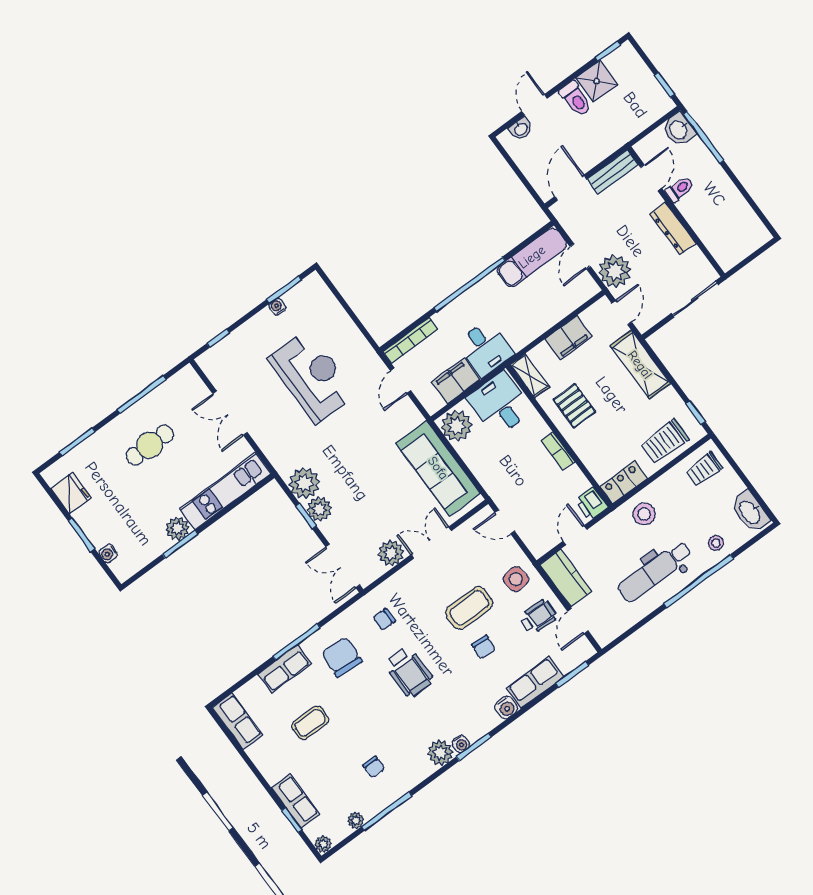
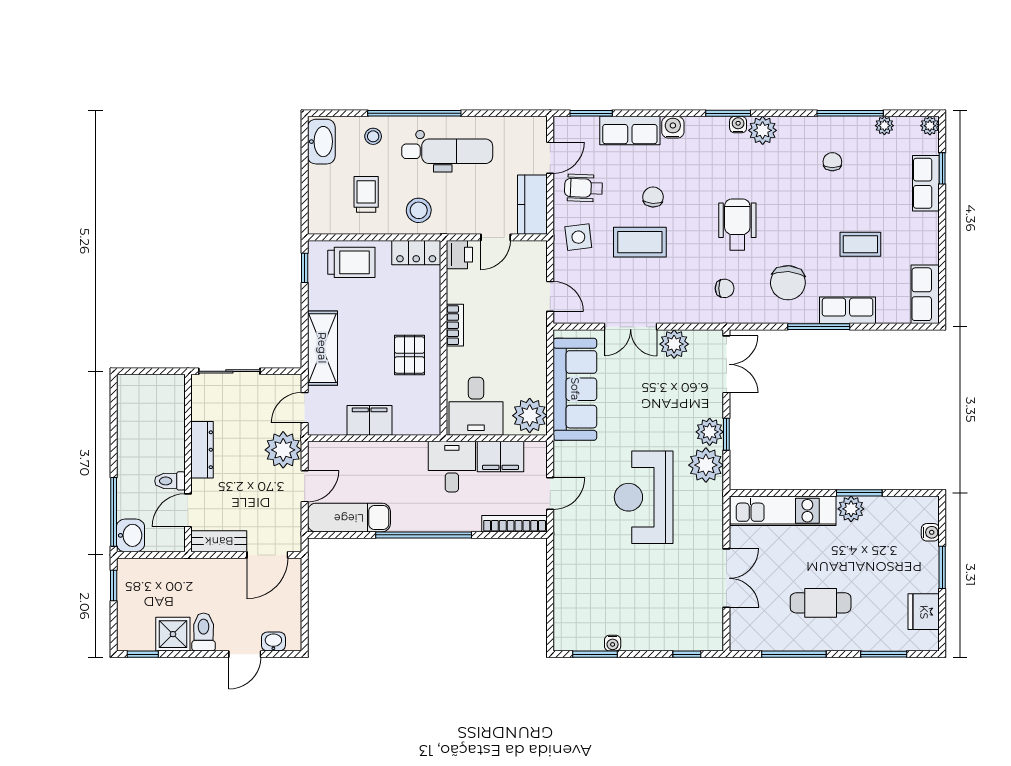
reception desk: (312, 376) -> (644, 497), moved
shelving: (530, 376) -> (430, 412), removed
trolley: (704, 469) -> (366, 194), moved, turned -90

